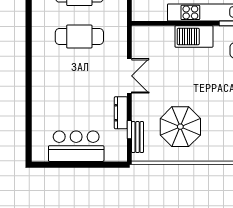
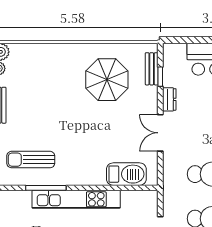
barbecue: (194, 37) -> (126, 174), moved
dresser: (121, 113) -> (169, 99), width x0.70

